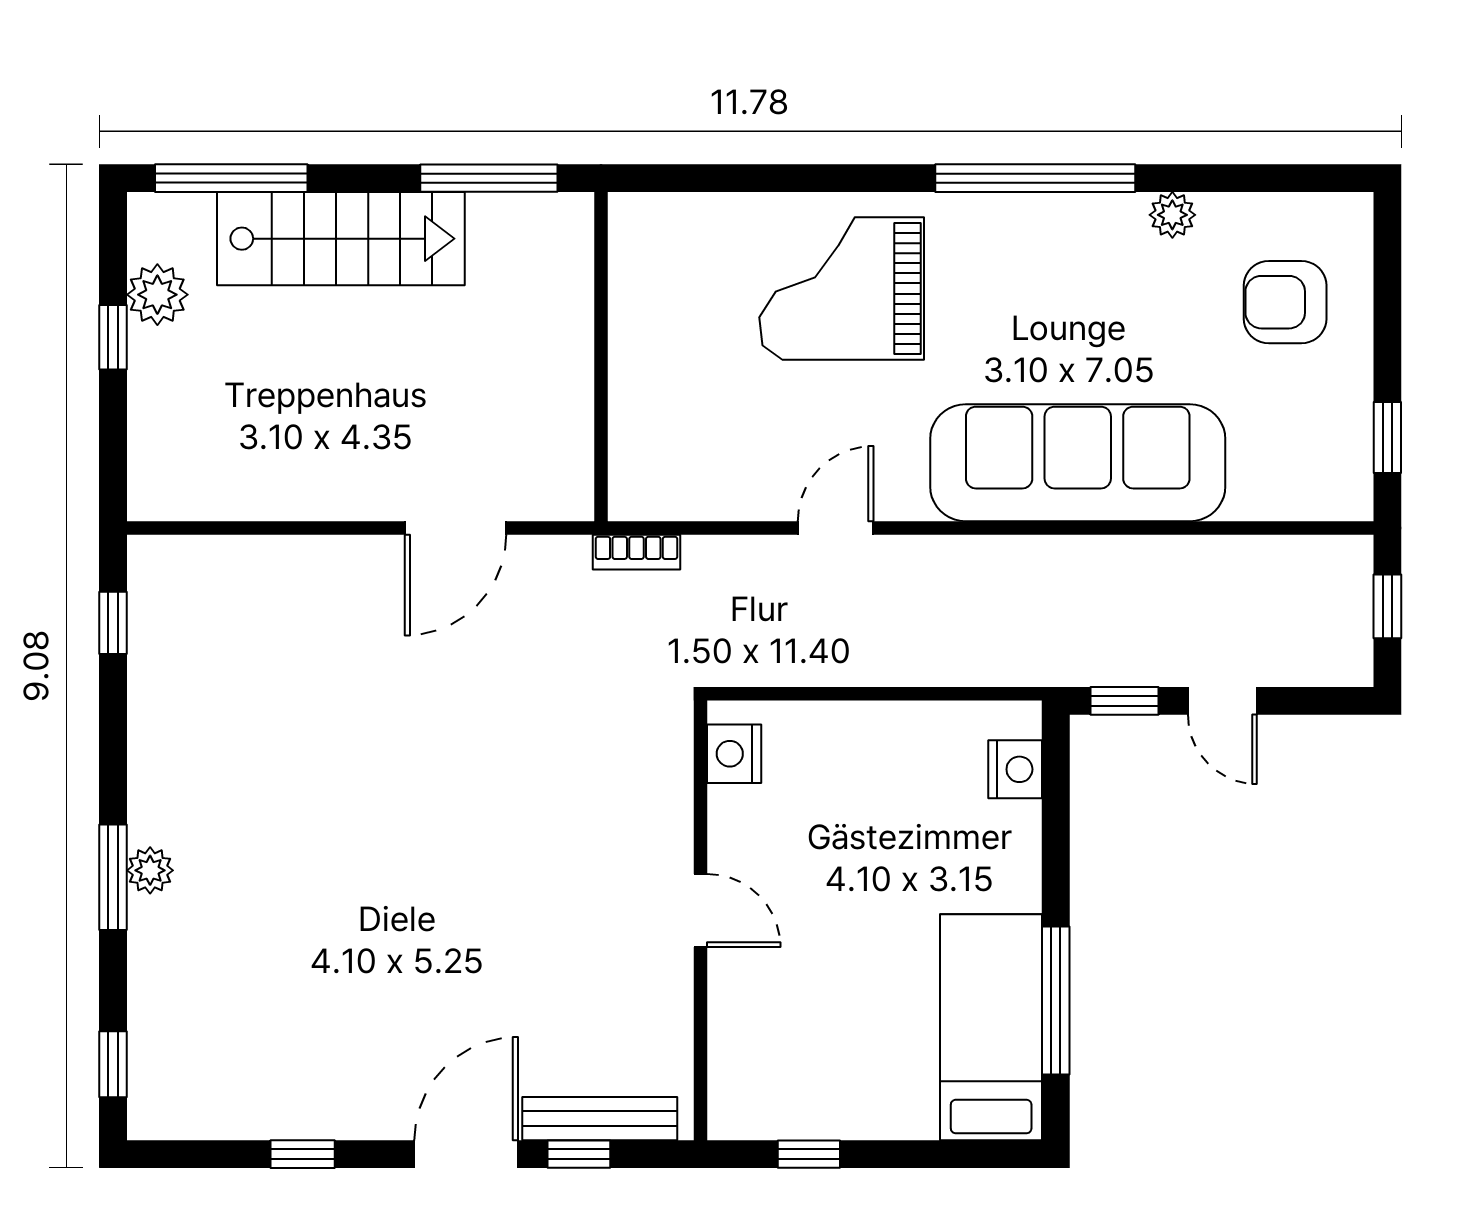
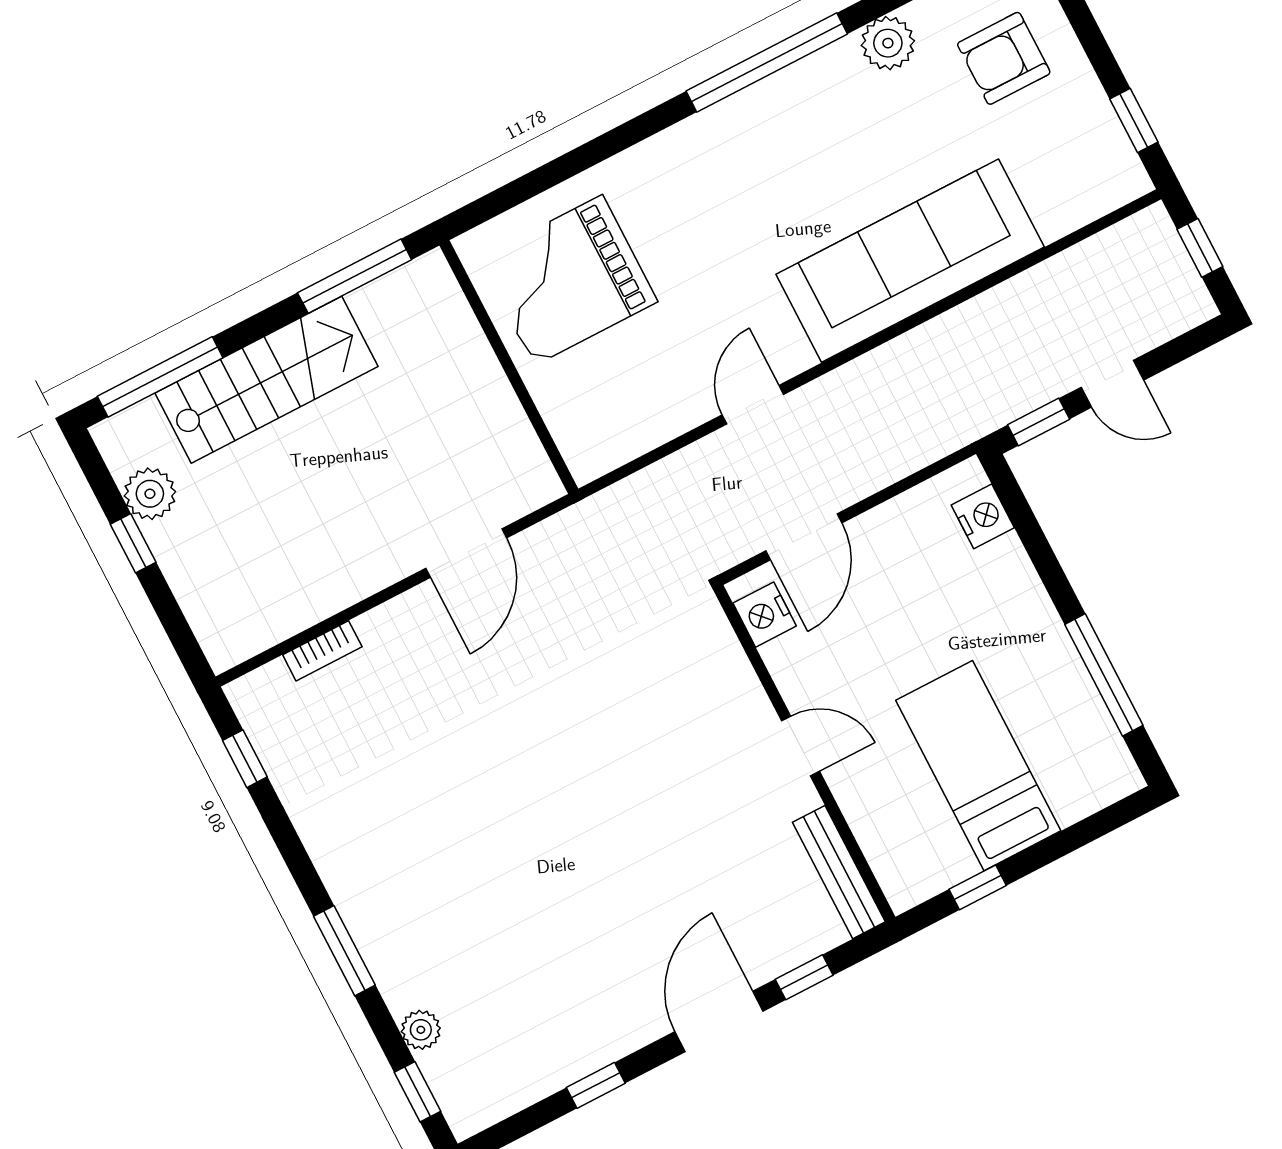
plant: (1172, 215) -> (888, 43), width x1.38, depth x1.38
grand piano: (842, 288) -> (568, 280), moved
bookcase: (636, 552) -> (322, 651), moved
door: (817, 694) -> (804, 537), added
plant: (150, 870) -> (421, 1030), moved
bed: (991, 1027) -> (978, 766), moved
bench: (600, 1119) -> (839, 872), moved, turned 90

